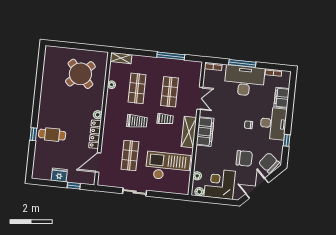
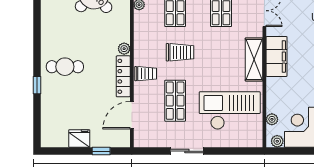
trolley: (165, 119) -> (146, 74), moved
cafe table: (52, 135) -> (65, 67), moved

